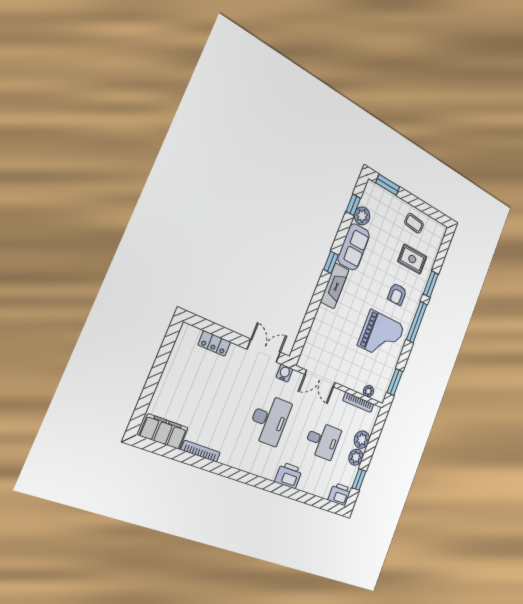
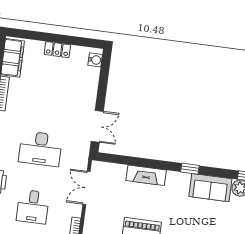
fireplace: (335, 286) -> (146, 175), moved
locker: (214, 343) -> (57, 50), moved, turned -90
water cooler: (284, 373) -> (95, 60), moved

